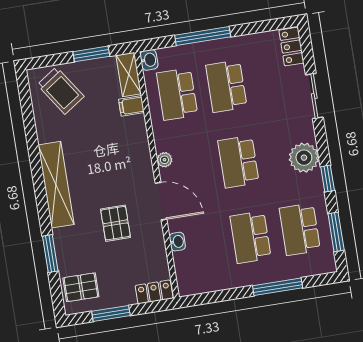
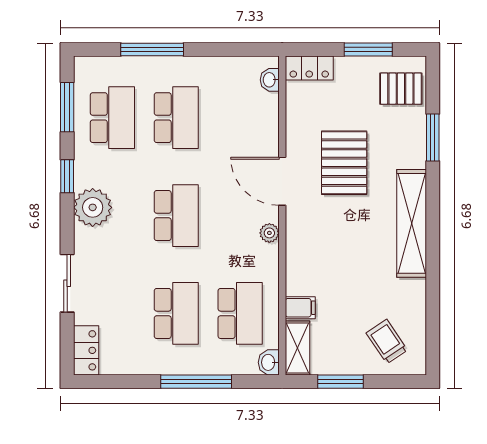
trolley: (61, 91) -> (387, 342), width x0.73, depth x0.72
pallet: (116, 223) -> (344, 163), width x1.50, depth x1.42
washbasin: (177, 242) -> (270, 80), moved

